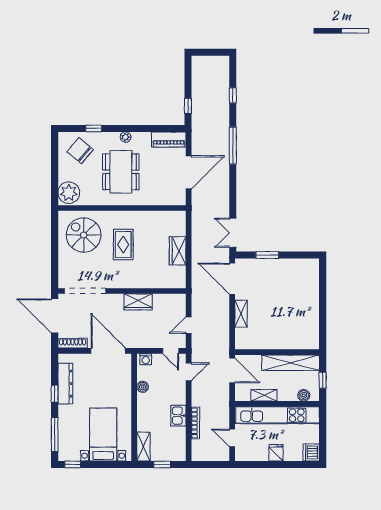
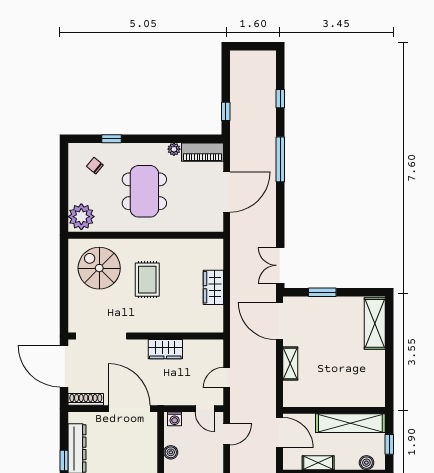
plant: (126, 137) -> (174, 149), moved
chair: (80, 151) -> (95, 166), width x0.54, depth x0.54
shelving: (311, 281) -> (375, 323), added

